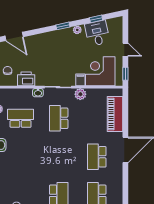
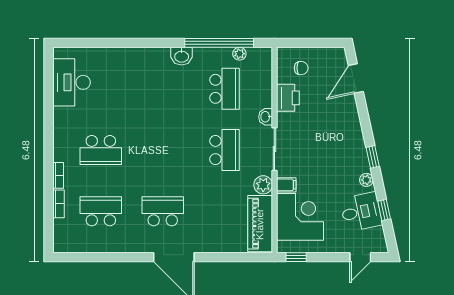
door: (125, 50) -> (360, 257), moved
piano: (115, 114) -> (260, 224), moved, turned -90
school desk: (59, 118) -> (225, 150), turned 90

